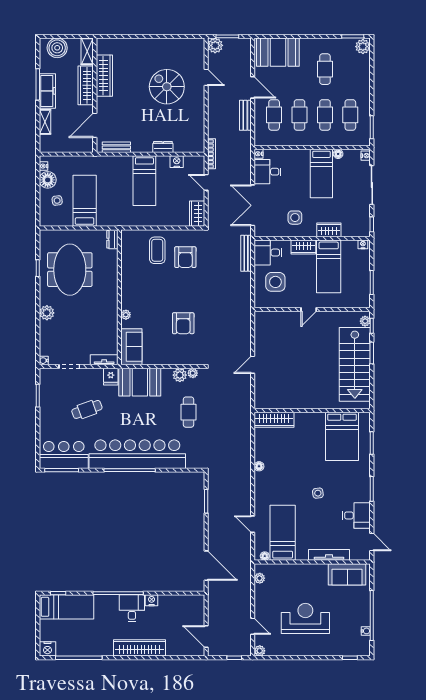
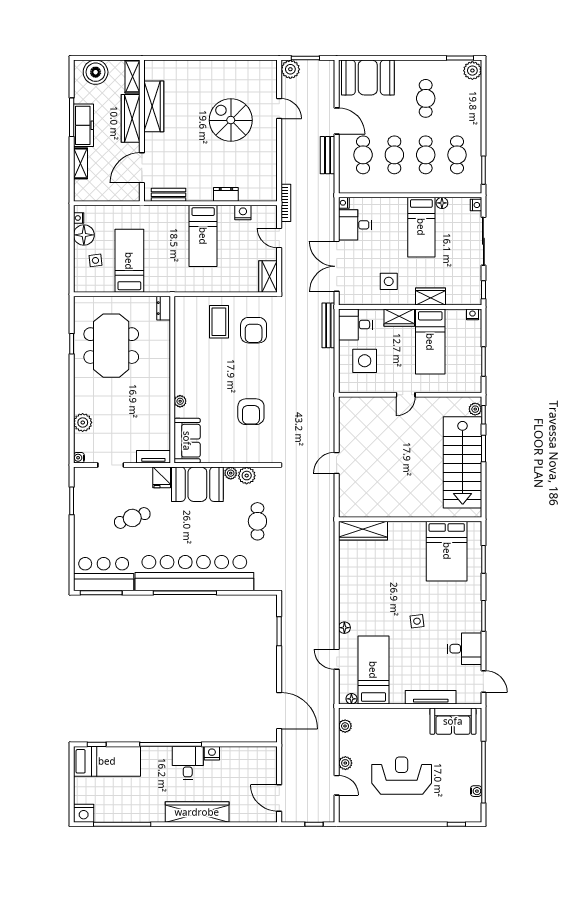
plant: (47, 313) -> (83, 423), moved
plant: (193, 373) -> (231, 473), moved
floor lamp: (259, 466) -> (344, 628), moved
plant: (260, 651) -> (345, 763), moved

